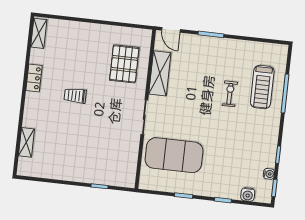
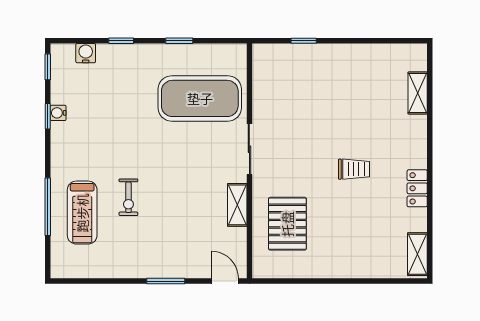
shelving: (160, 73) -> (237, 205), width x0.67, depth x0.75
treadmill: (262, 87) -> (82, 213), turned 180
water cooler: (269, 174) -> (58, 113), moved

